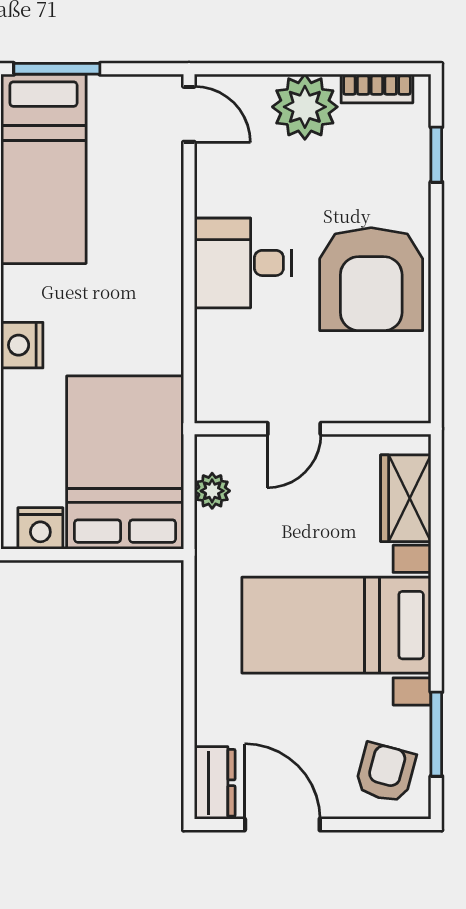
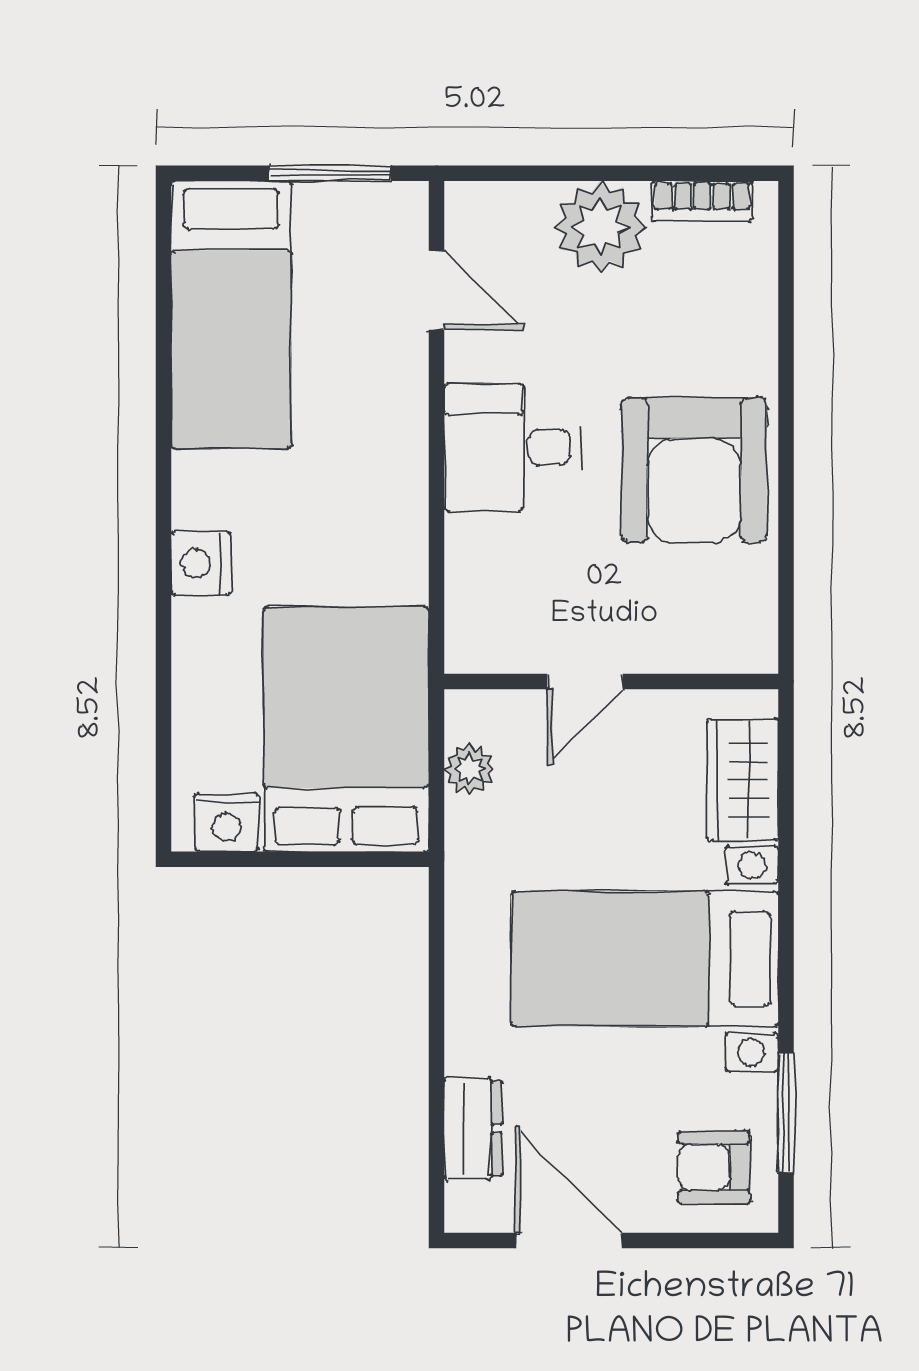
window: (57, 69) -> (330, 173), moved
door: (189, 114) -> (437, 290), moved
window: (436, 155) -> (786, 294), removed
armchair: (385, 773) -> (714, 1167), turned -105
dresser: (215, 783) -> (473, 1129), moved

